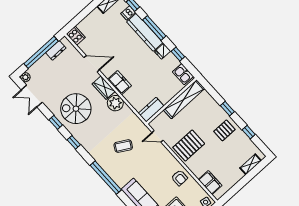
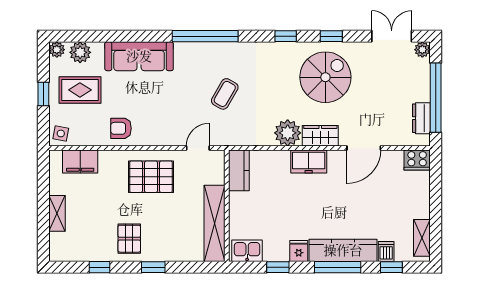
pallet: (189, 145) -> (151, 177), turned 90
shelving: (251, 164) -> (57, 213), moved

